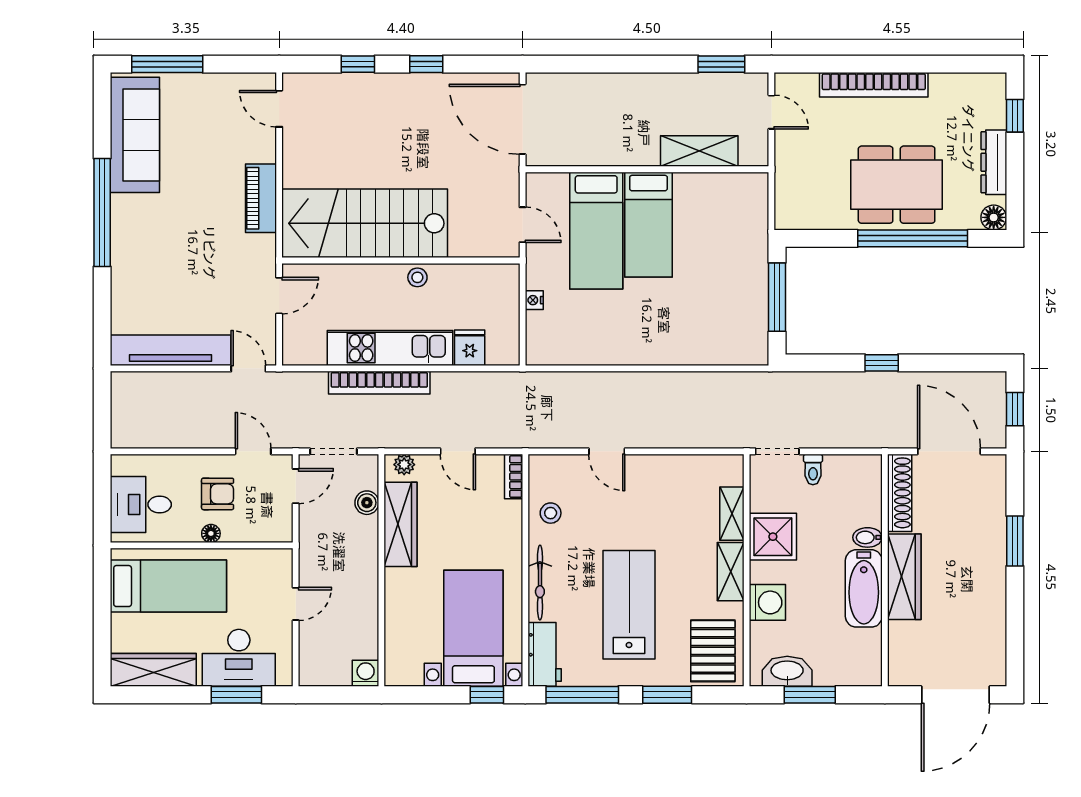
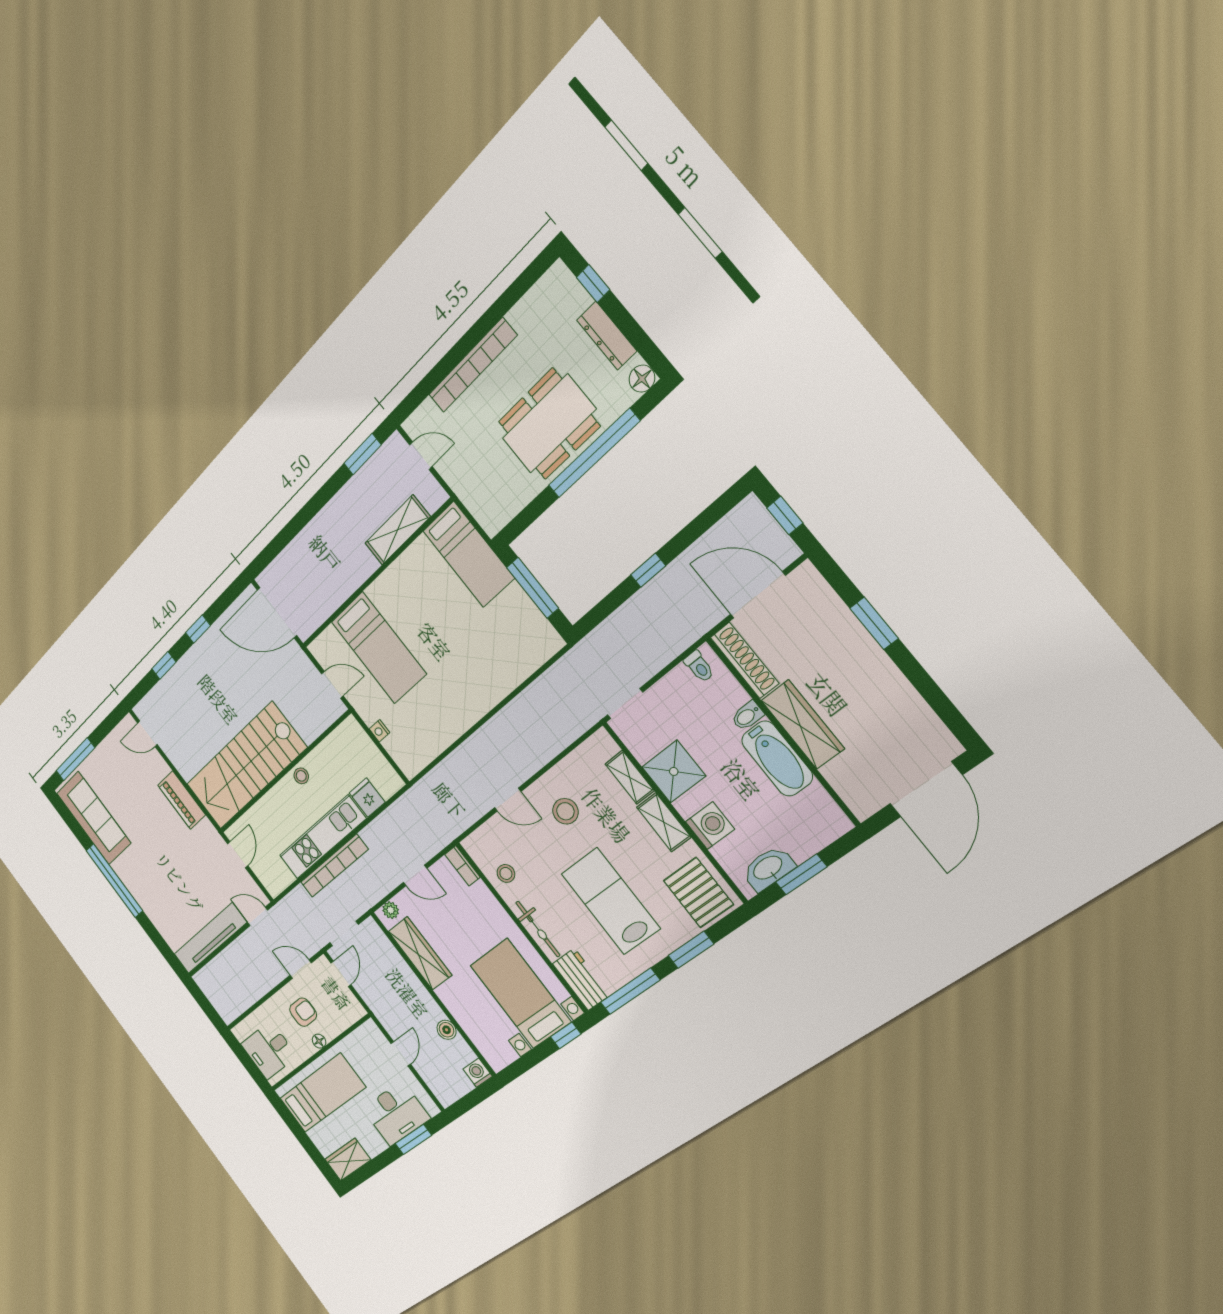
bed: (648, 225) -> (469, 554), moved
toilet: (813, 469) -> (699, 667), moved
stool: (652, 500) -> (565, 811), added
boiler: (367, 503) -> (447, 1030), moved
wardrobe: (153, 670) -> (348, 1159), width x0.67

